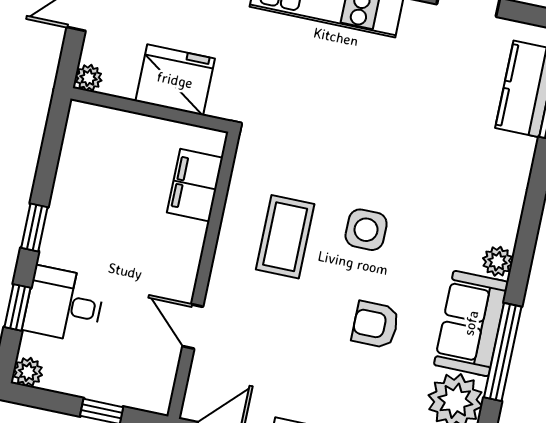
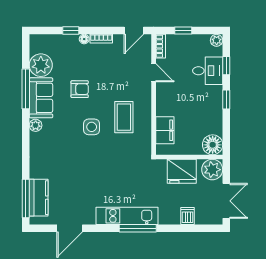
plant: (89, 78) -> (212, 170), width x1.88, depth x1.88
floor lamp: (89, 127) -> (213, 145), added
bookcase: (163, 386) -> (161, 46), added

